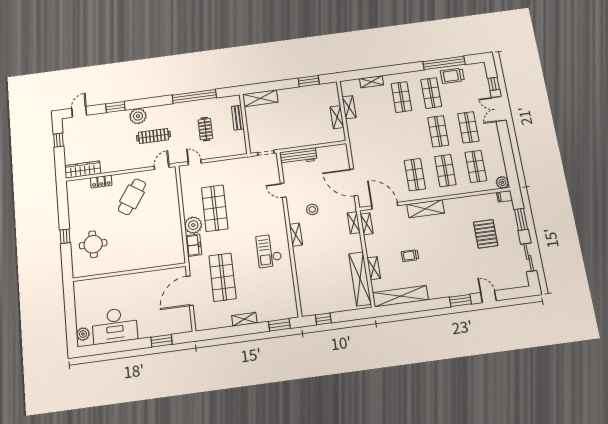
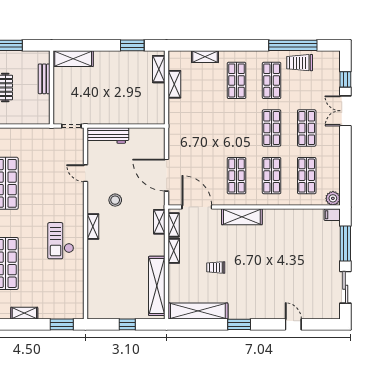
shelving: (337, 117) -> (159, 69), moved
window: (521, 219) -> (345, 243), width x1.44
pallet: (486, 234) -> (303, 255), removed
shelving: (374, 268) -> (174, 251), moved
window: (460, 300) -> (239, 324), moved
window: (323, 319) -> (127, 324), moved

